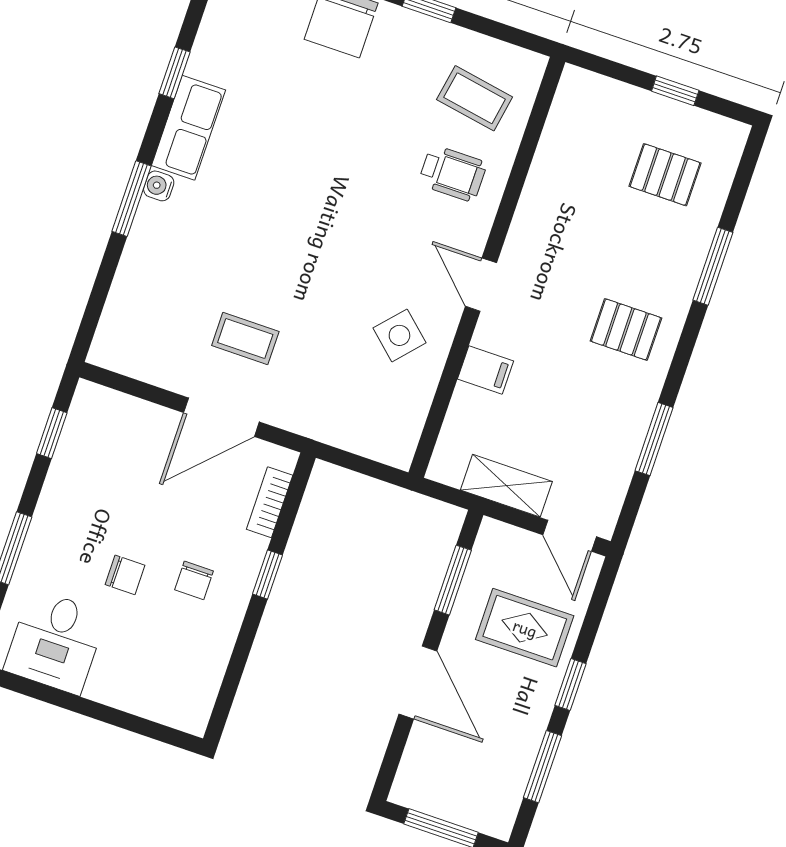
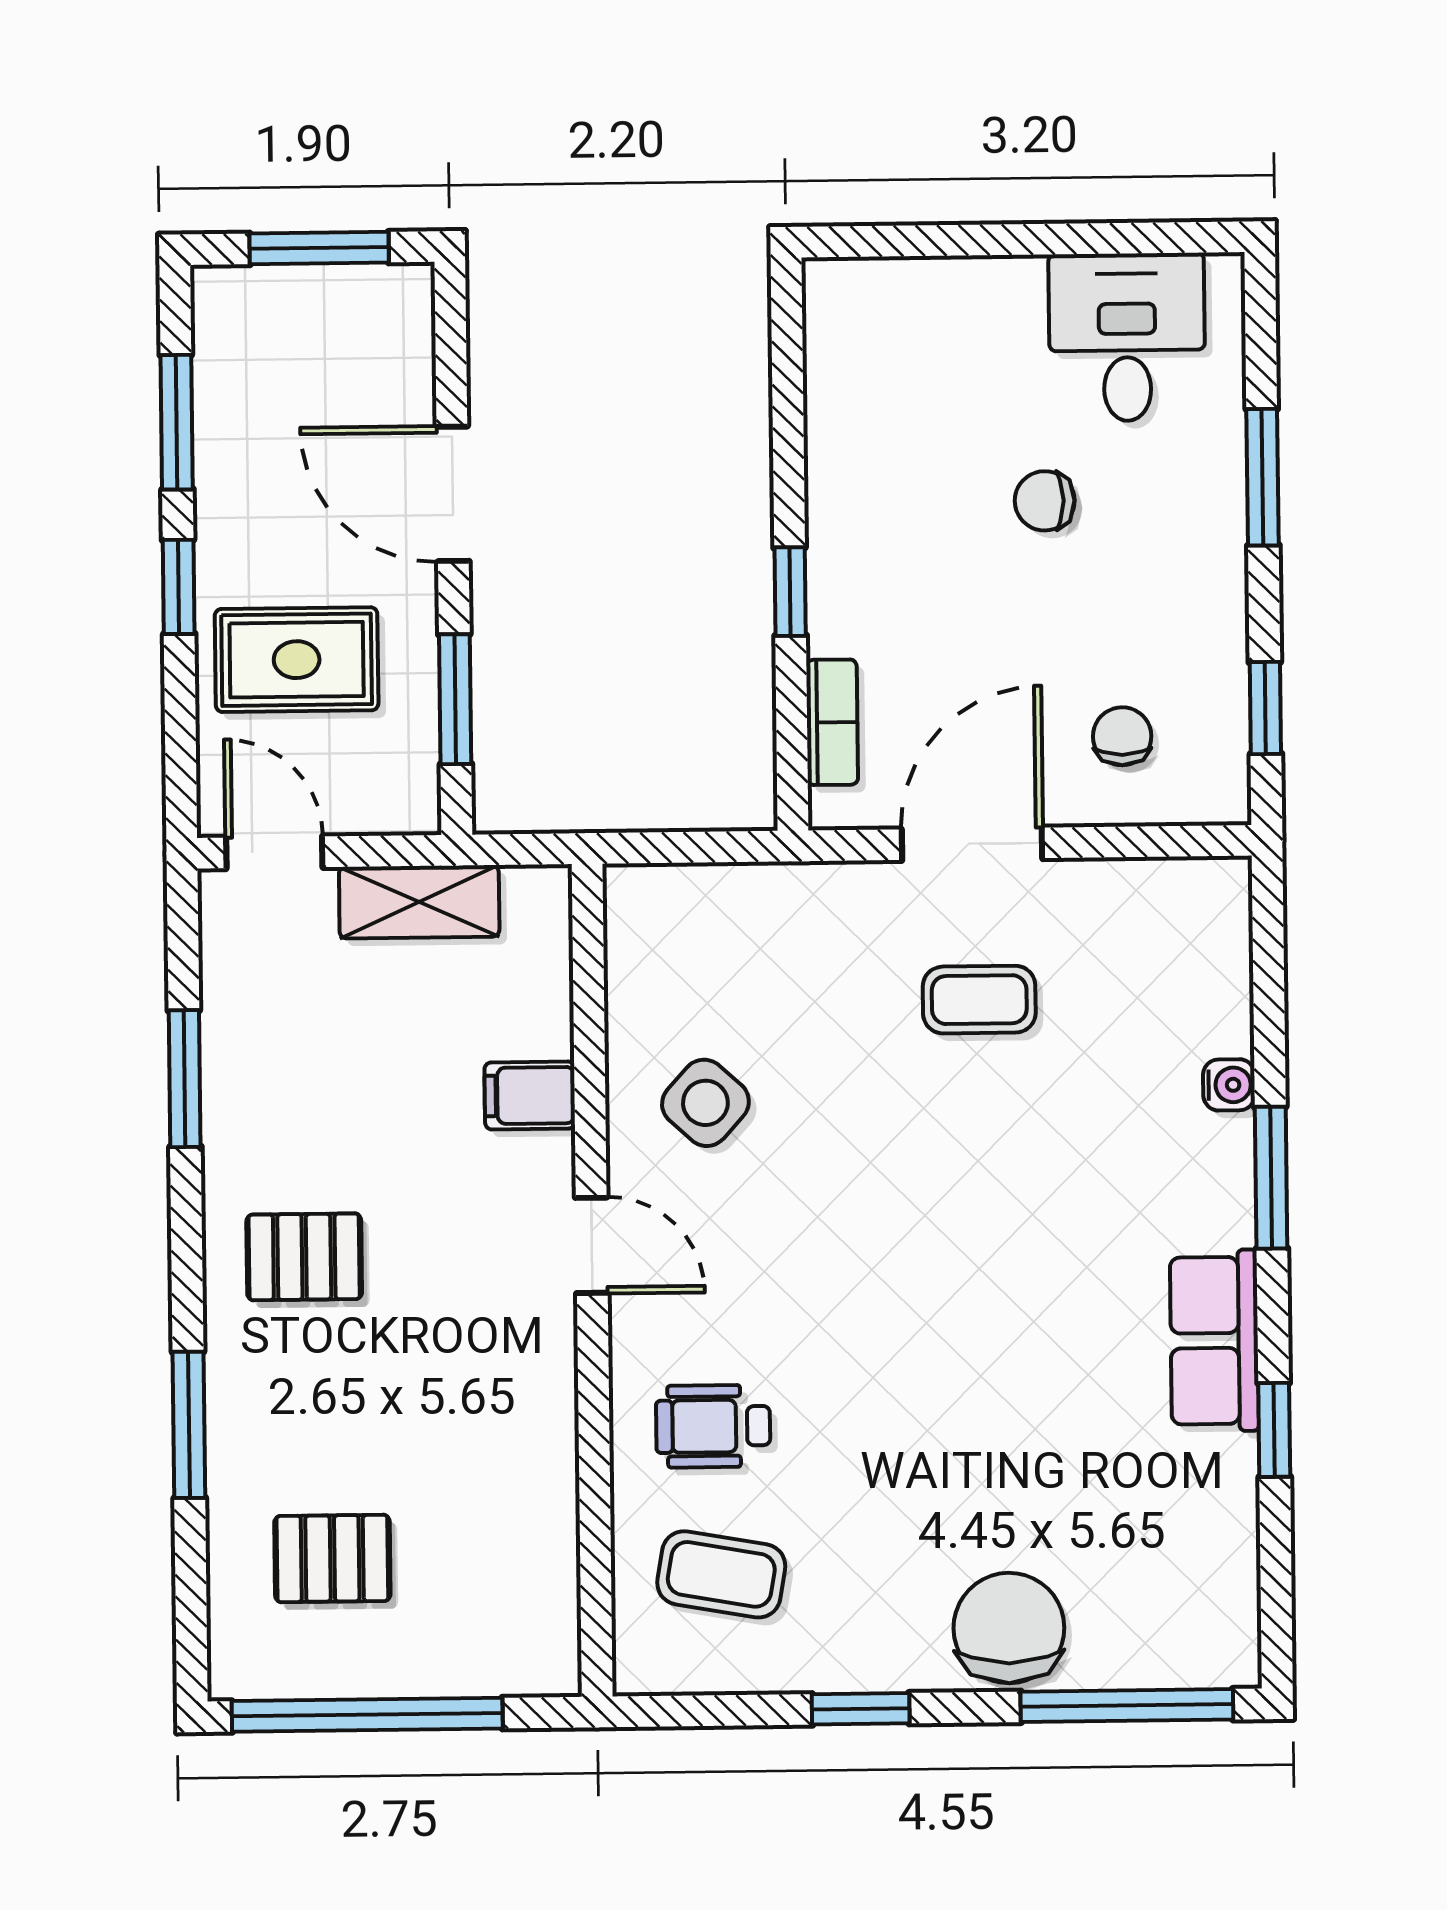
window: (675, 91) -> (367, 1715), width x3.17
water cooler: (159, 186) -> (1229, 1085), moved
chair: (194, 580) -> (1122, 736), moved

